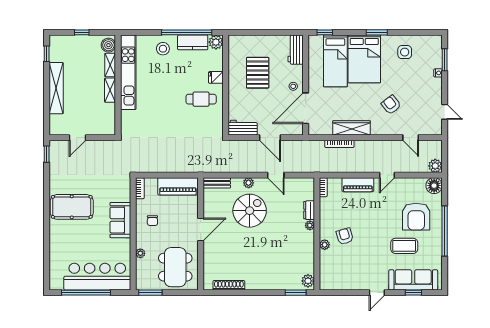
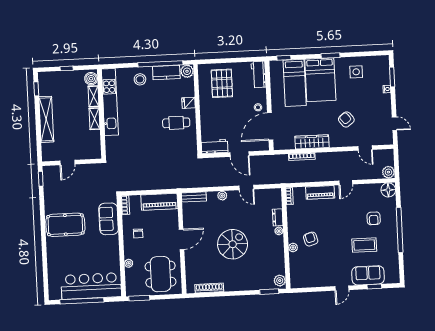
pallet: (258, 73) -> (222, 83), moved
spiral stairs: (250, 211) -> (233, 244), moved
armchair: (416, 217) -> (374, 218), width x0.53, depth x0.53
sofa: (120, 220) -> (109, 219), moved
sofa: (413, 280) -> (368, 275), width x0.73

